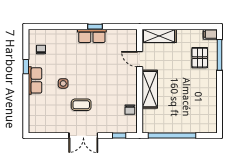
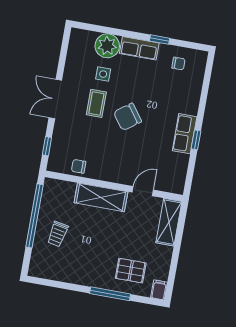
window: (219, 55) -> (110, 294), moved
chair: (87, 80) -> (128, 117), added
side table: (63, 83) -> (103, 74), moved
plant: (37, 104) -> (107, 46), added
trolley: (182, 116) -> (58, 234), added

